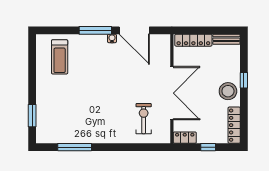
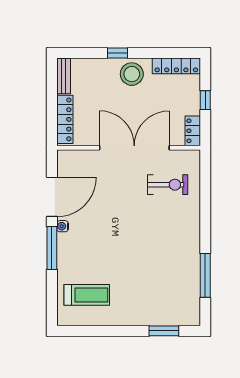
exercise bike: (144, 119) -> (168, 185), turned 180

